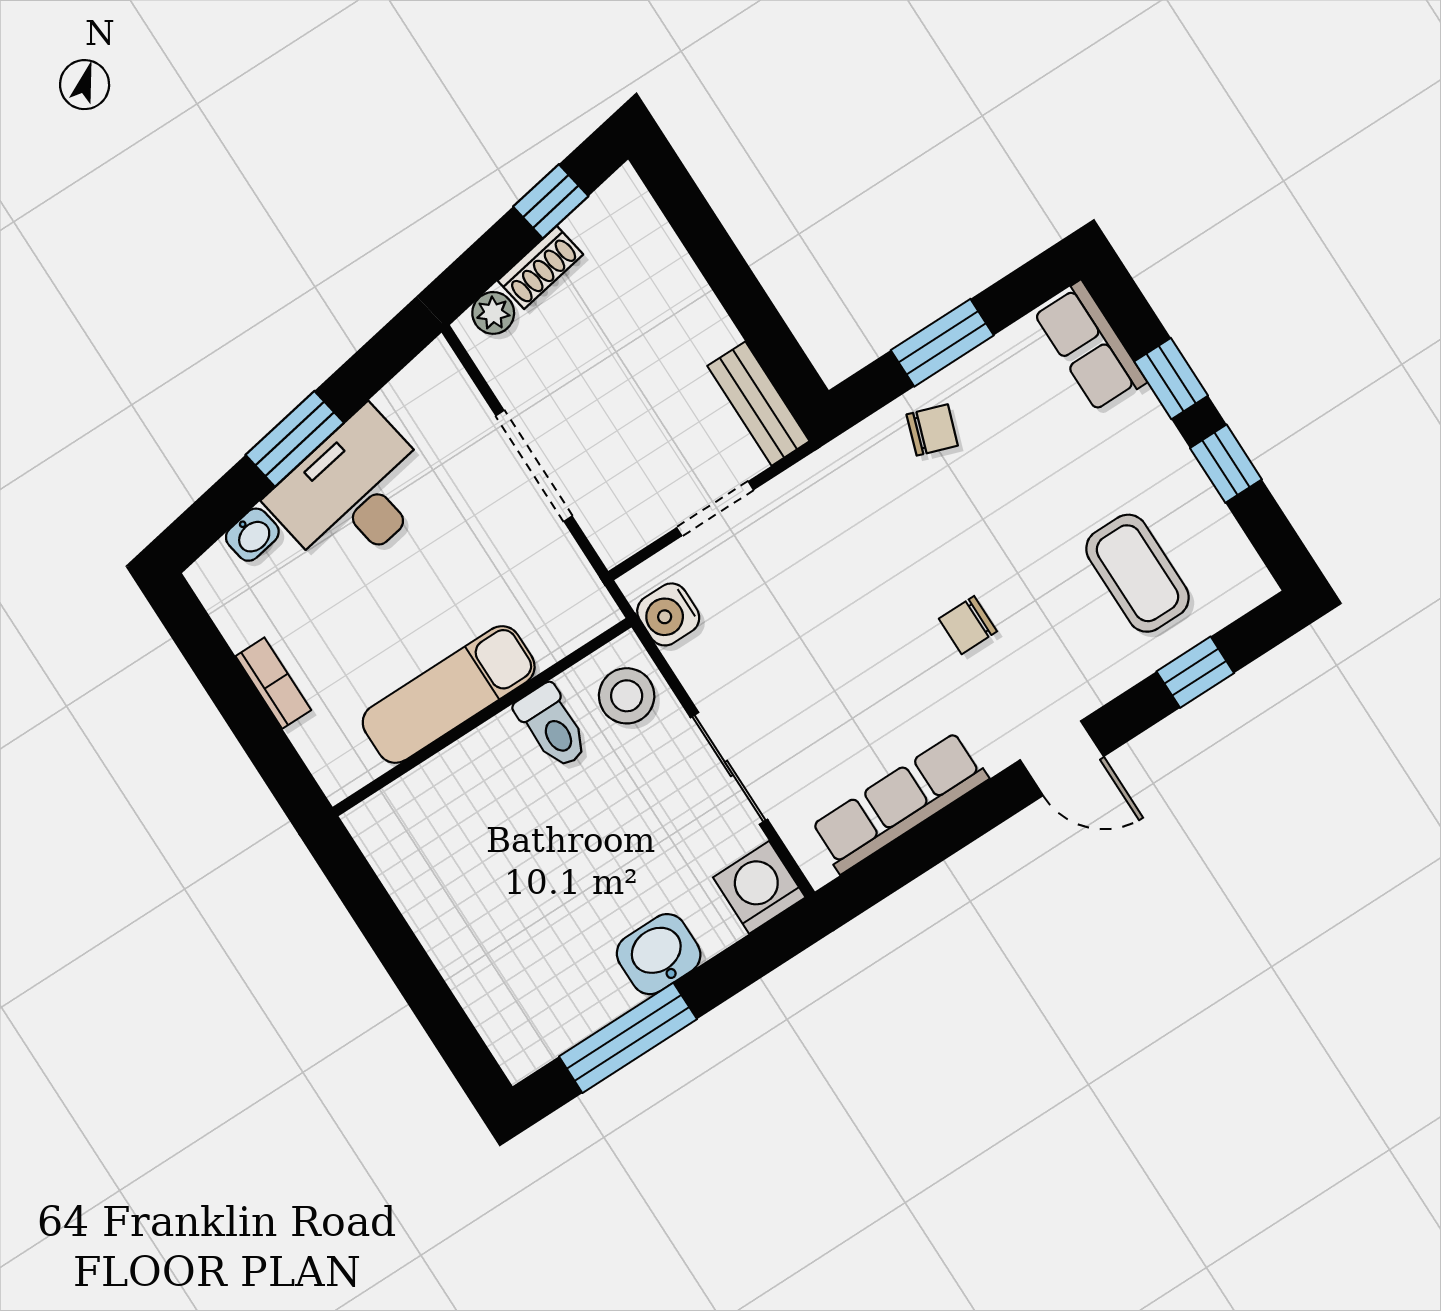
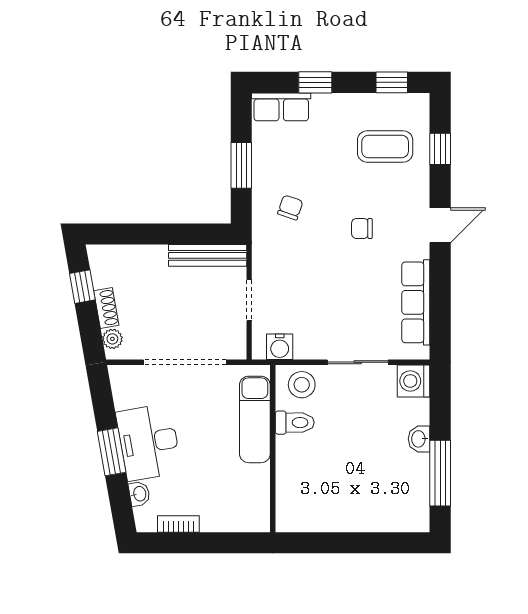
bench: (758, 404) -> (208, 255), width x1.36
chair: (932, 430) -> (290, 207), moved
window: (1226, 464) -> (392, 82), moved
doorway: (534, 466) -> (185, 362), width x1.36
chair: (968, 625) -> (362, 228), turned 90
bookcase: (273, 683) -> (178, 524), moved
exam couch: (449, 694) -> (255, 419), moved
washbasin: (659, 954) -> (419, 439), width x0.72, depth x0.69

